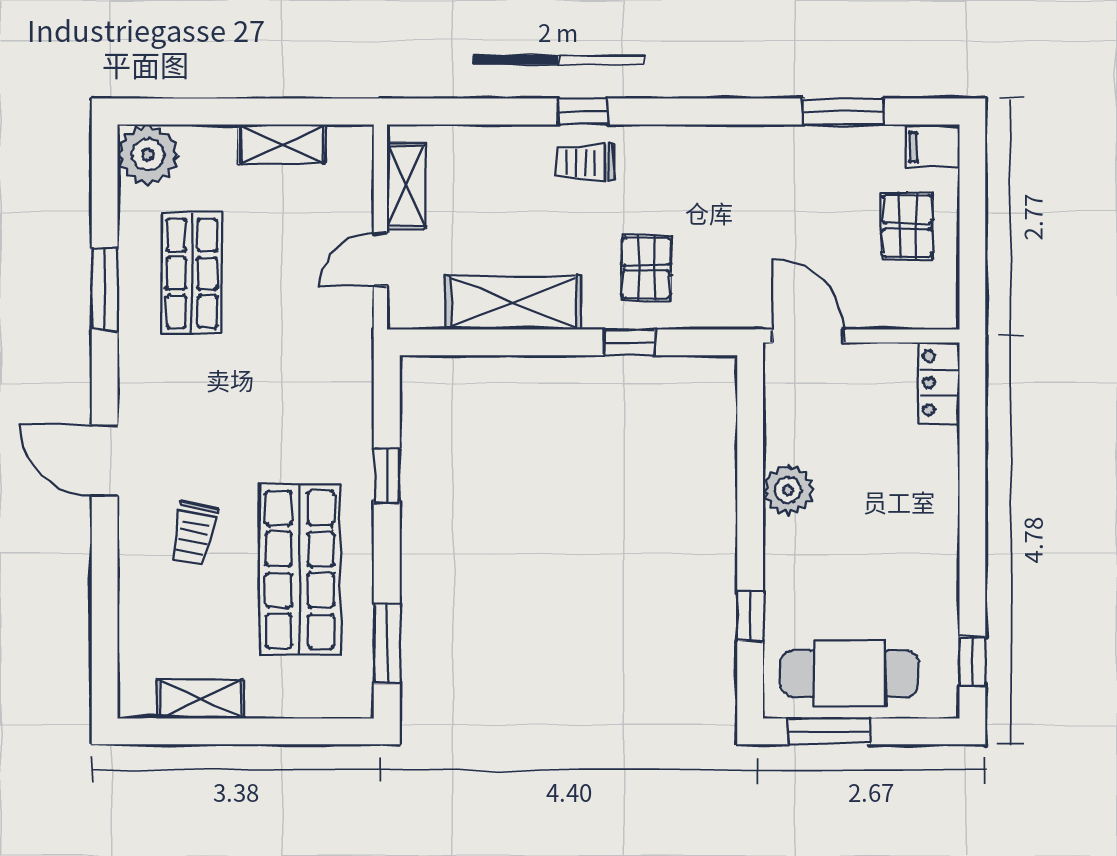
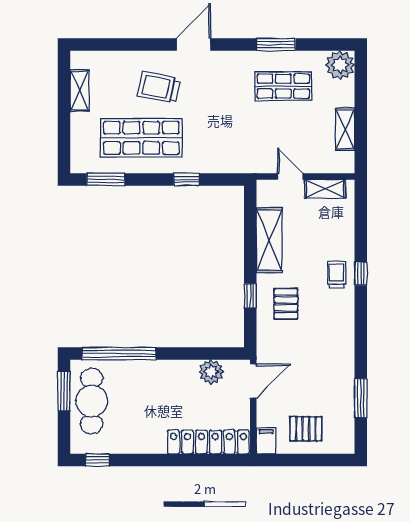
filing cabinet: (932, 147) -> (266, 441), moved
pallet: (646, 268) -> (286, 304), turned 90
locker: (939, 383) -> (208, 442), width x2.16, depth x1.21
plant: (788, 490) -> (211, 372), moved
trolley: (194, 534) -> (159, 87), width x1.36, depth x1.39
window: (750, 616) -> (119, 354), width x3.17

